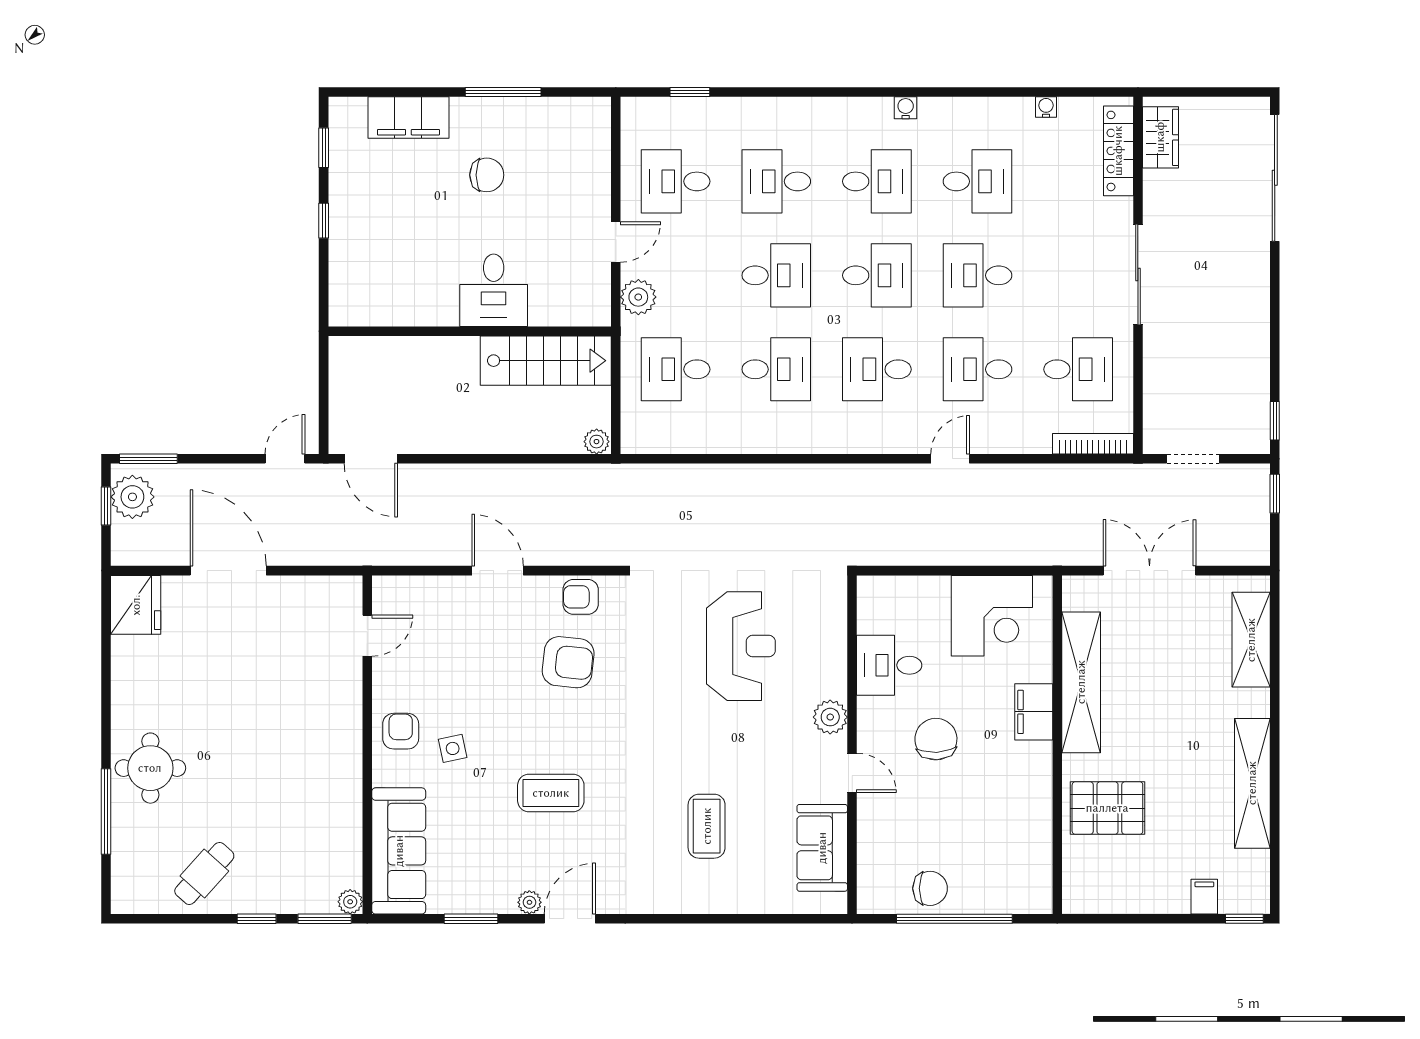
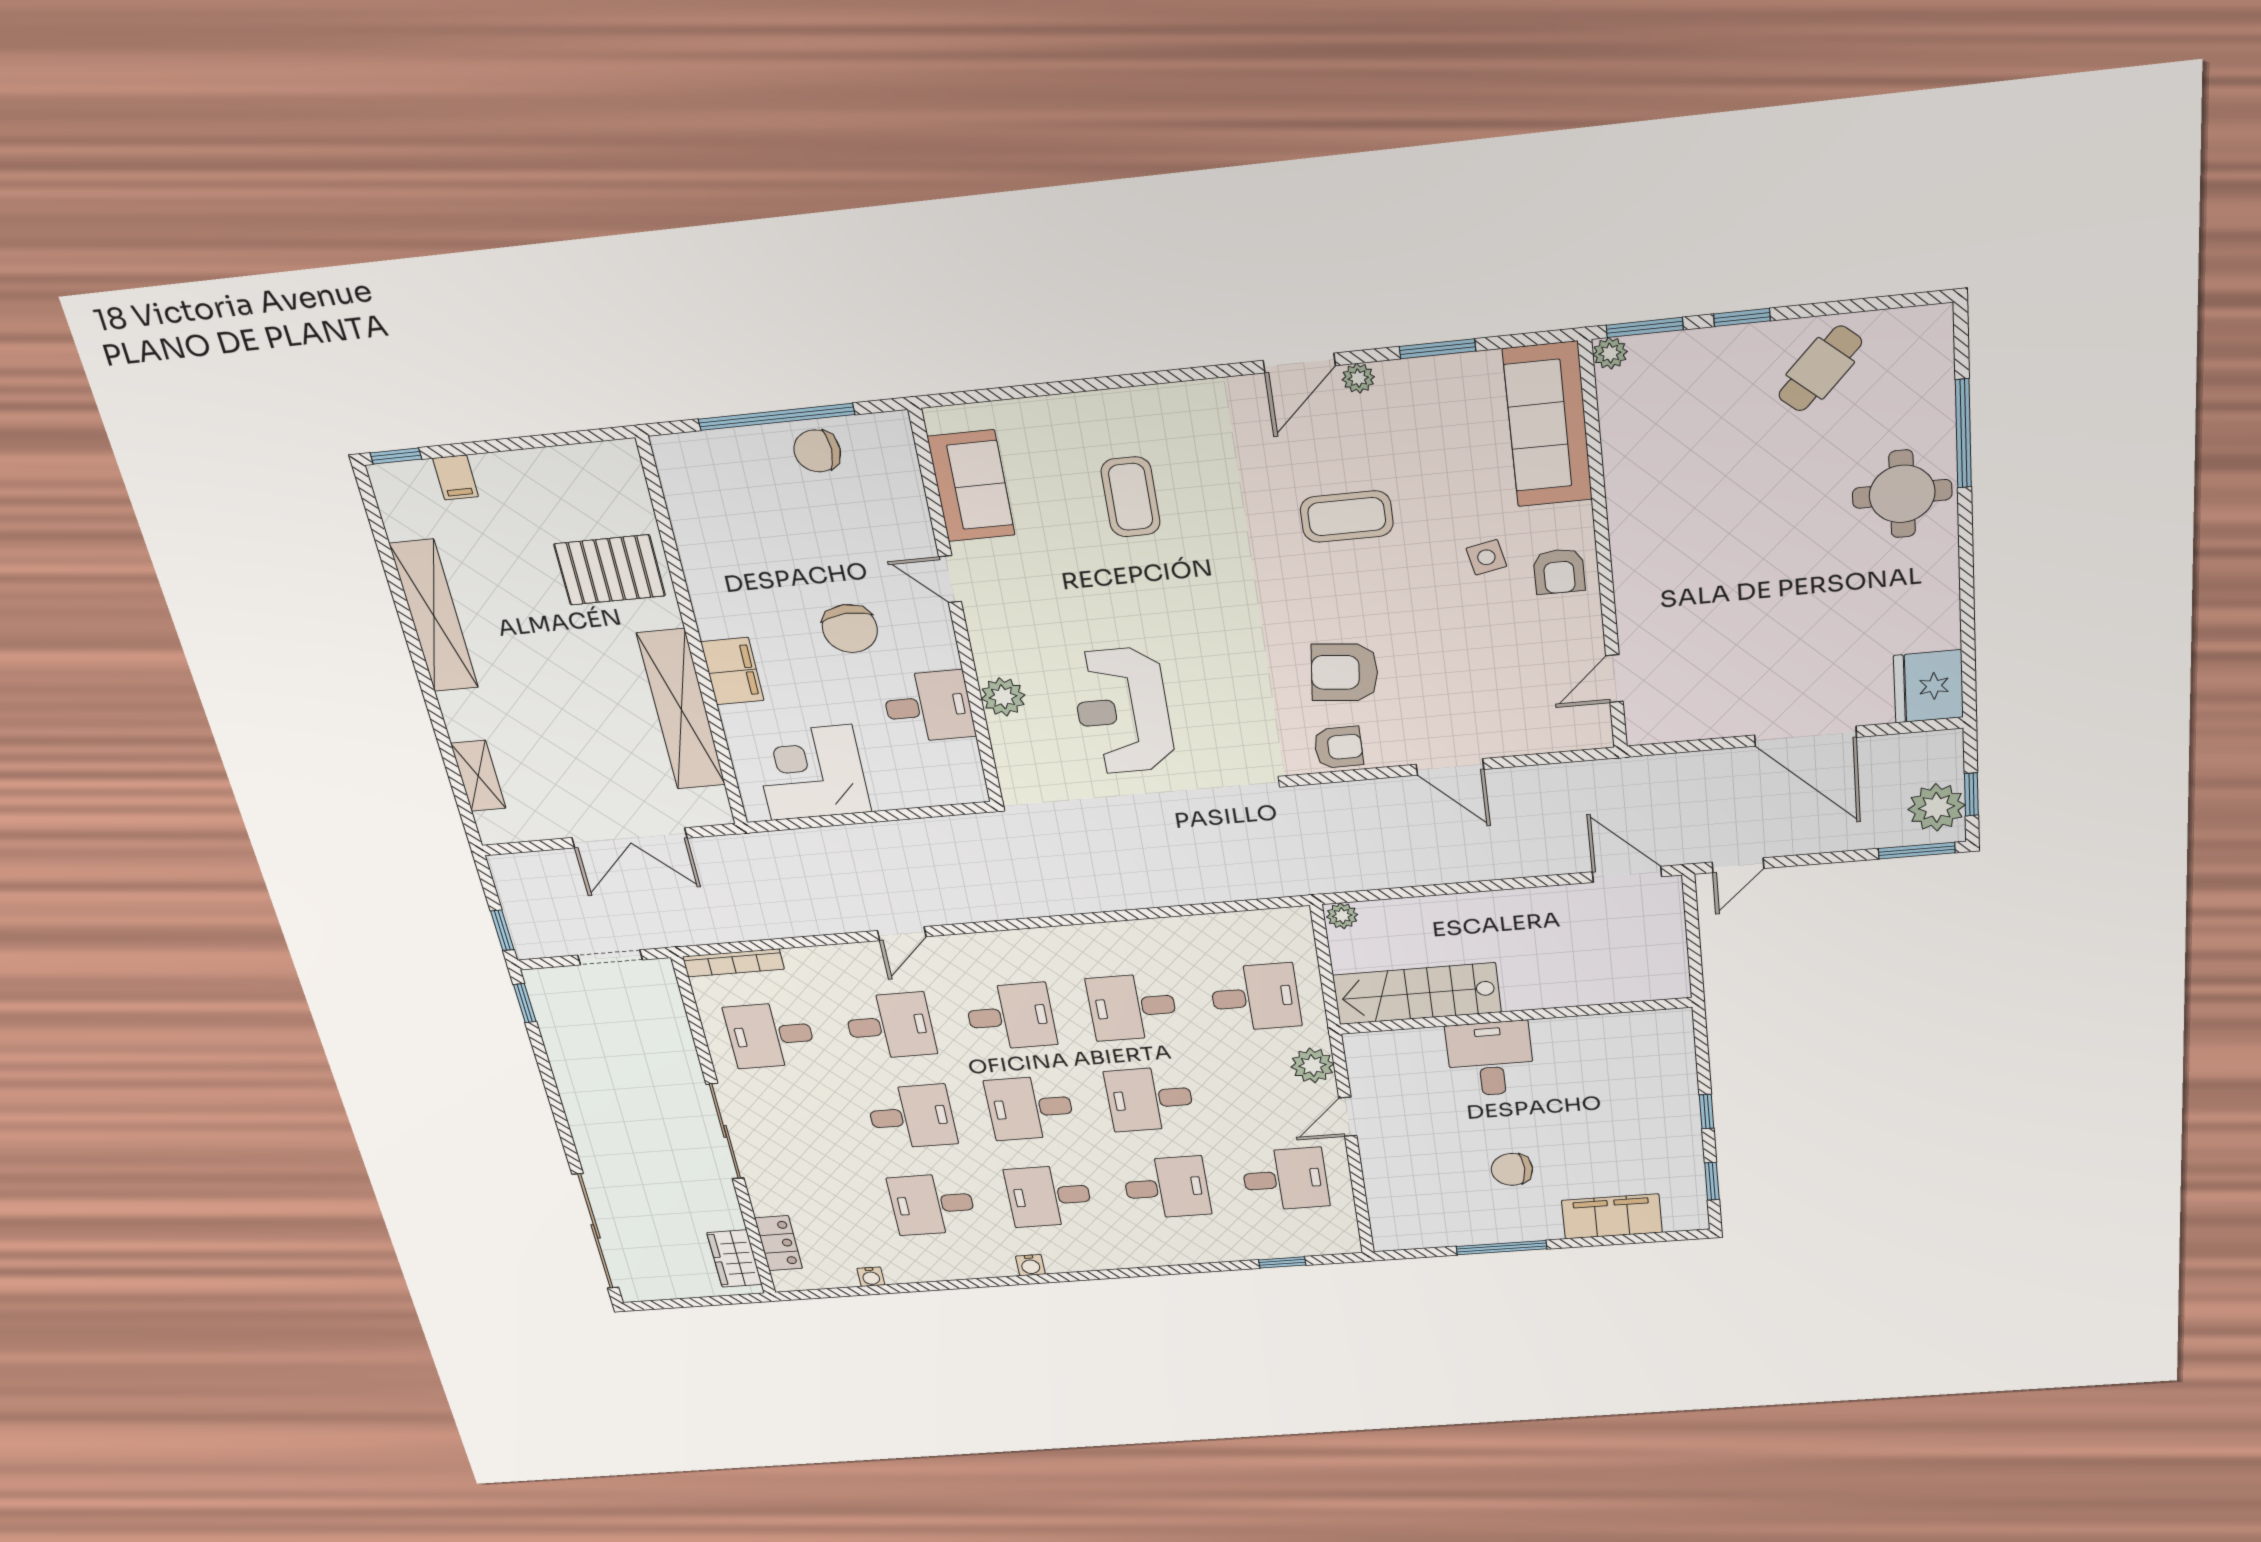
locker: (1118, 151) -> (779, 1243), width x0.66
shelving: (1251, 640) -> (478, 776), width x0.67, depth x0.75
plant: (830, 717) -> (1003, 697), moved

